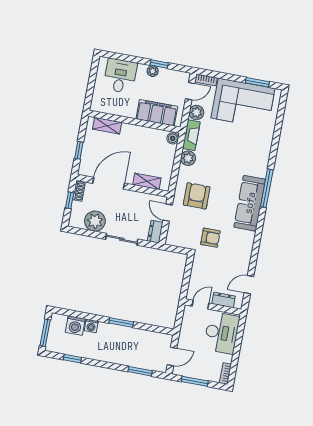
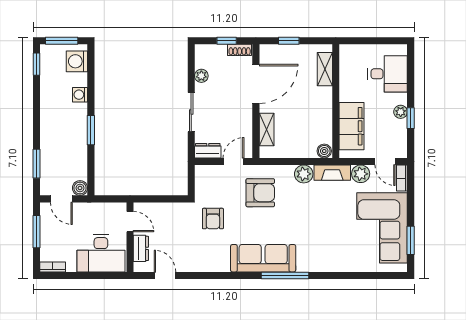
door: (109, 183) -> (256, 84), hinge flipped
plant: (95, 221) -> (201, 76), width x0.53, depth x0.53
washing machine: (75, 326) -> (77, 61), moved
boiler: (166, 340) -> (80, 188), added
window: (72, 359) -> (36, 64), moved

